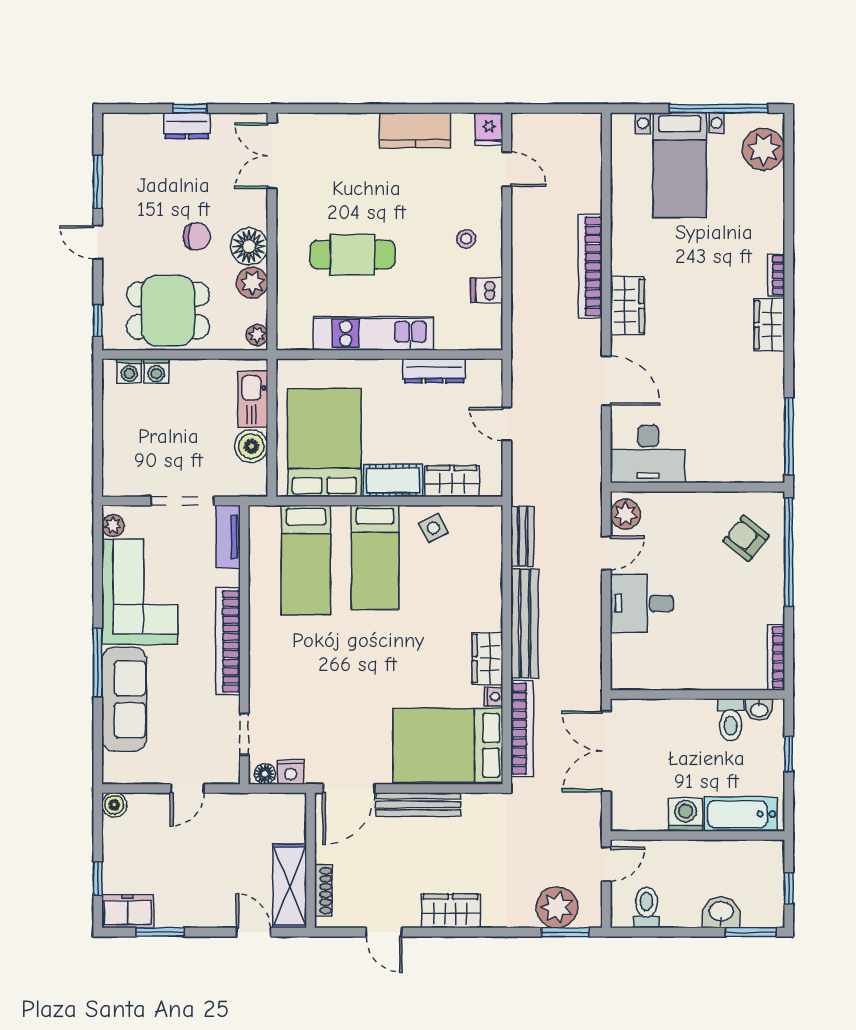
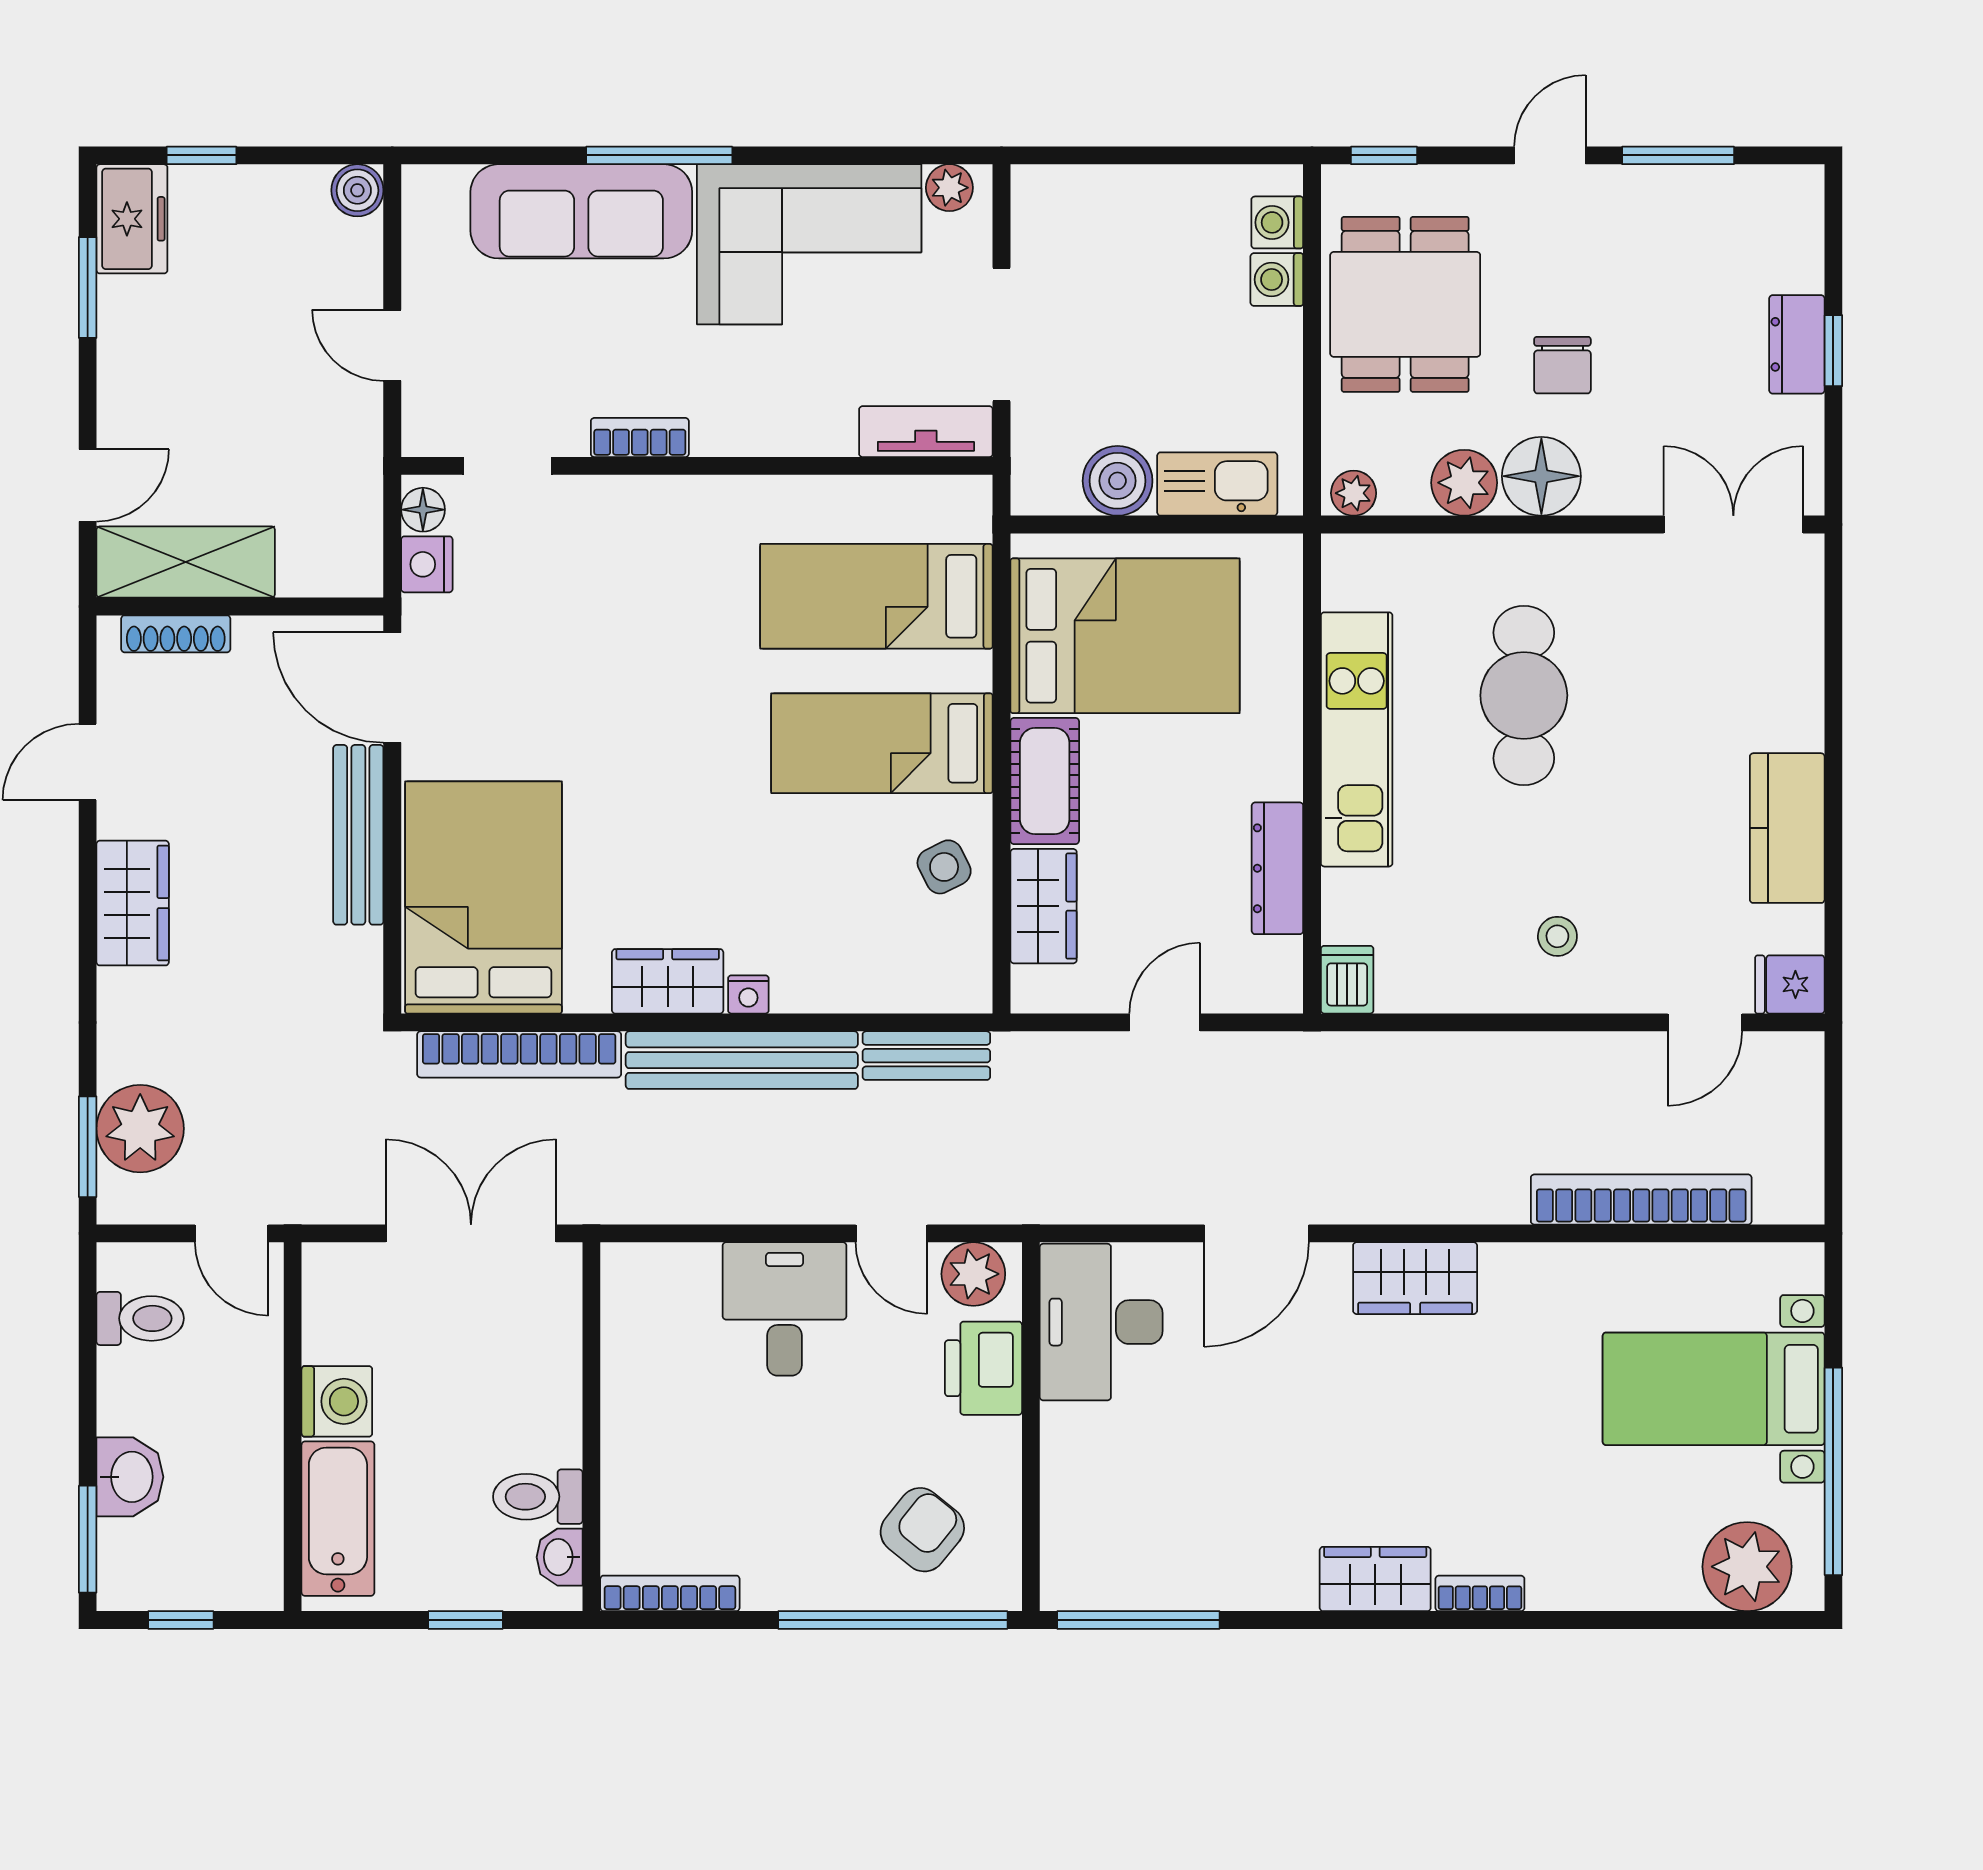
bookcase: (590, 266) -> (1641, 1199), moved
dishwasher: (487, 290) -> (1347, 980), moved
printer: (670, 510) -> (983, 1368), added
bookcase: (228, 641) -> (640, 438), width x0.43, depth x0.76
nightstand: (494, 697) -> (748, 994), moved

